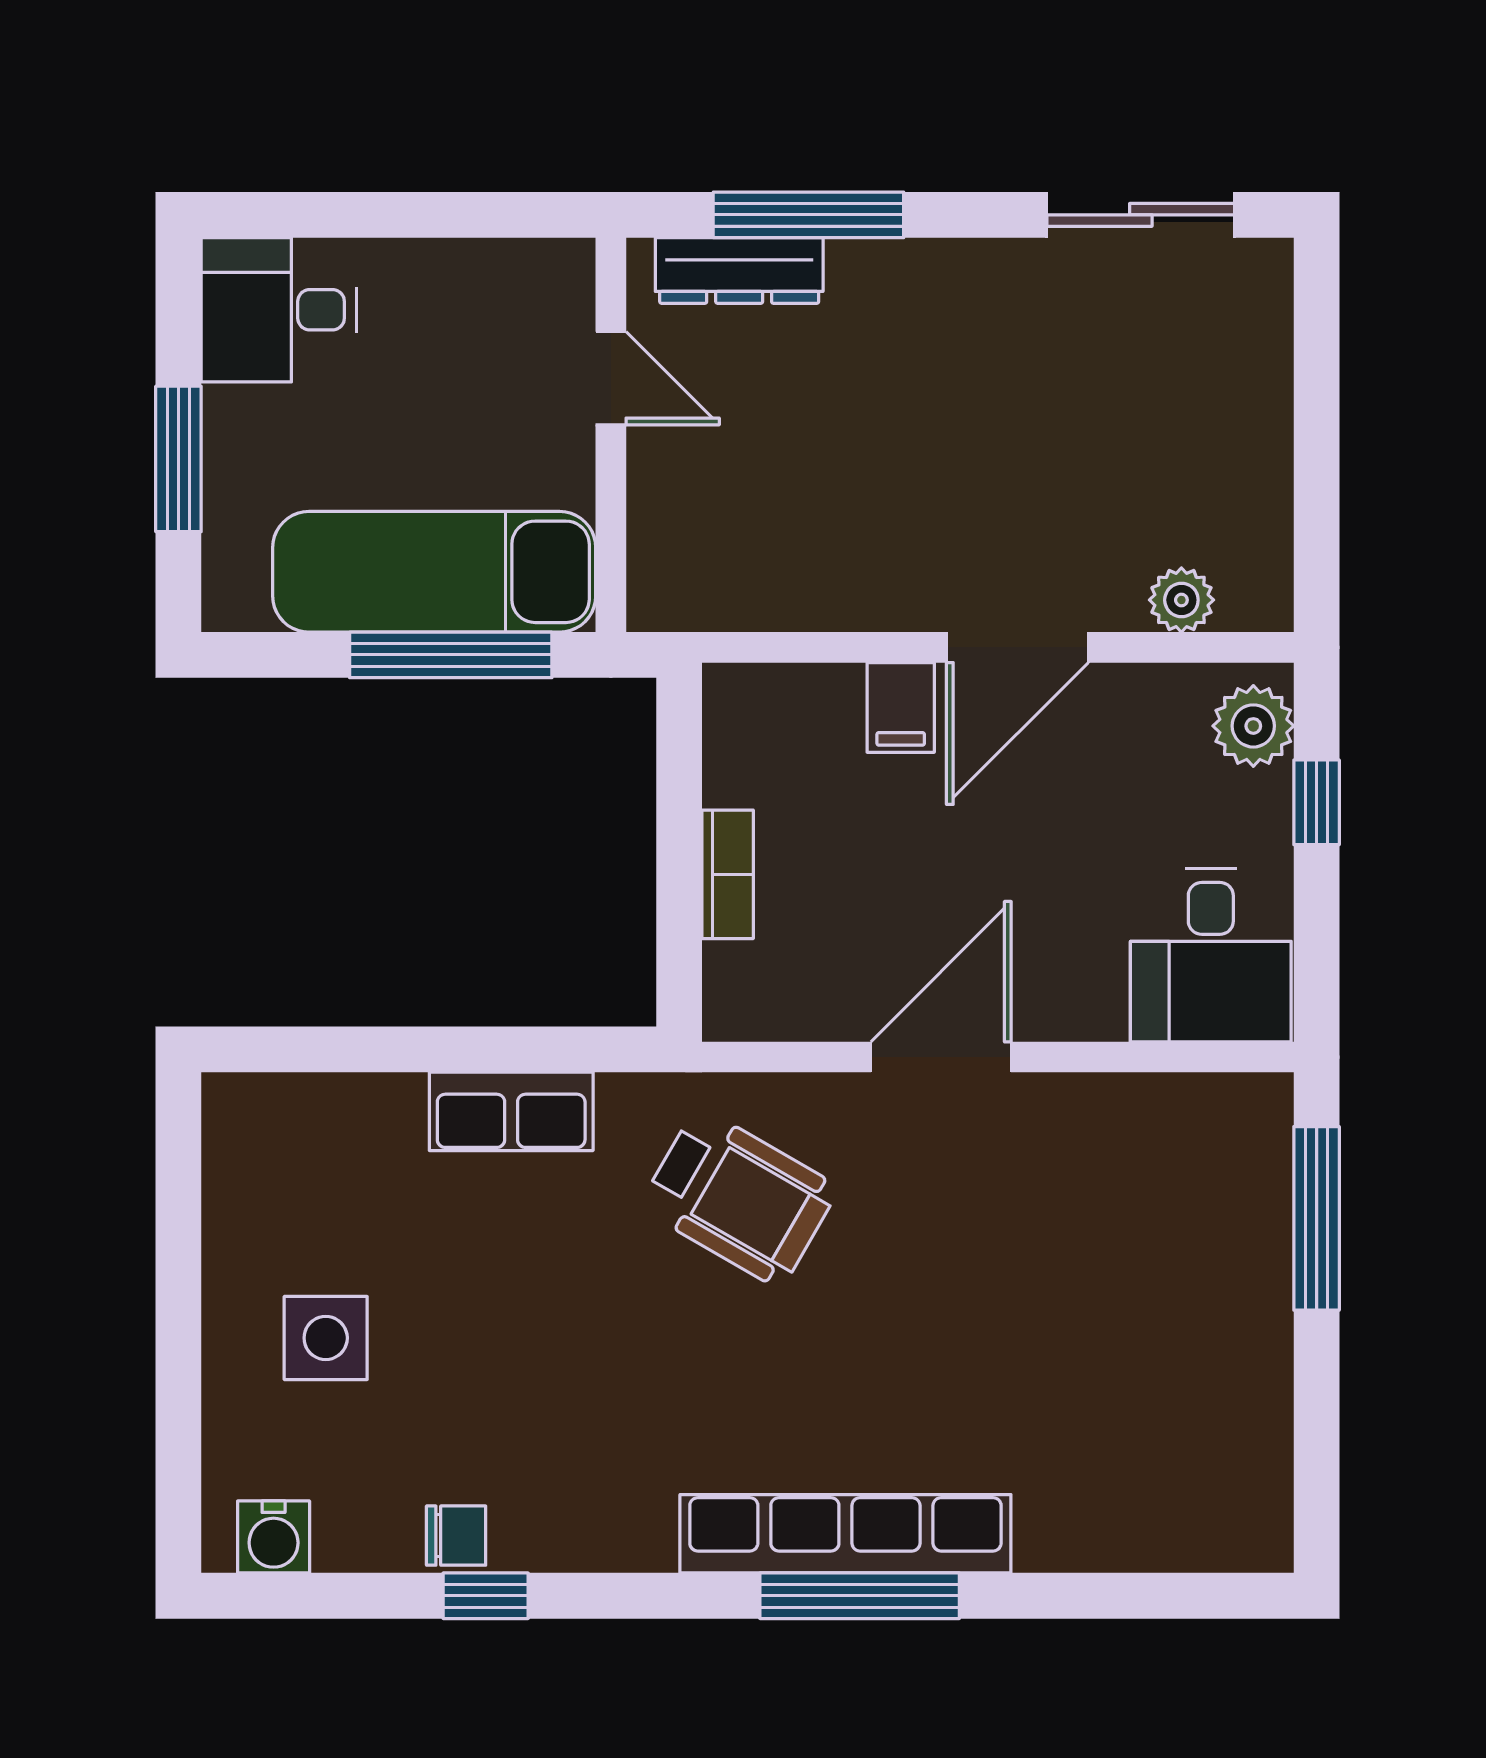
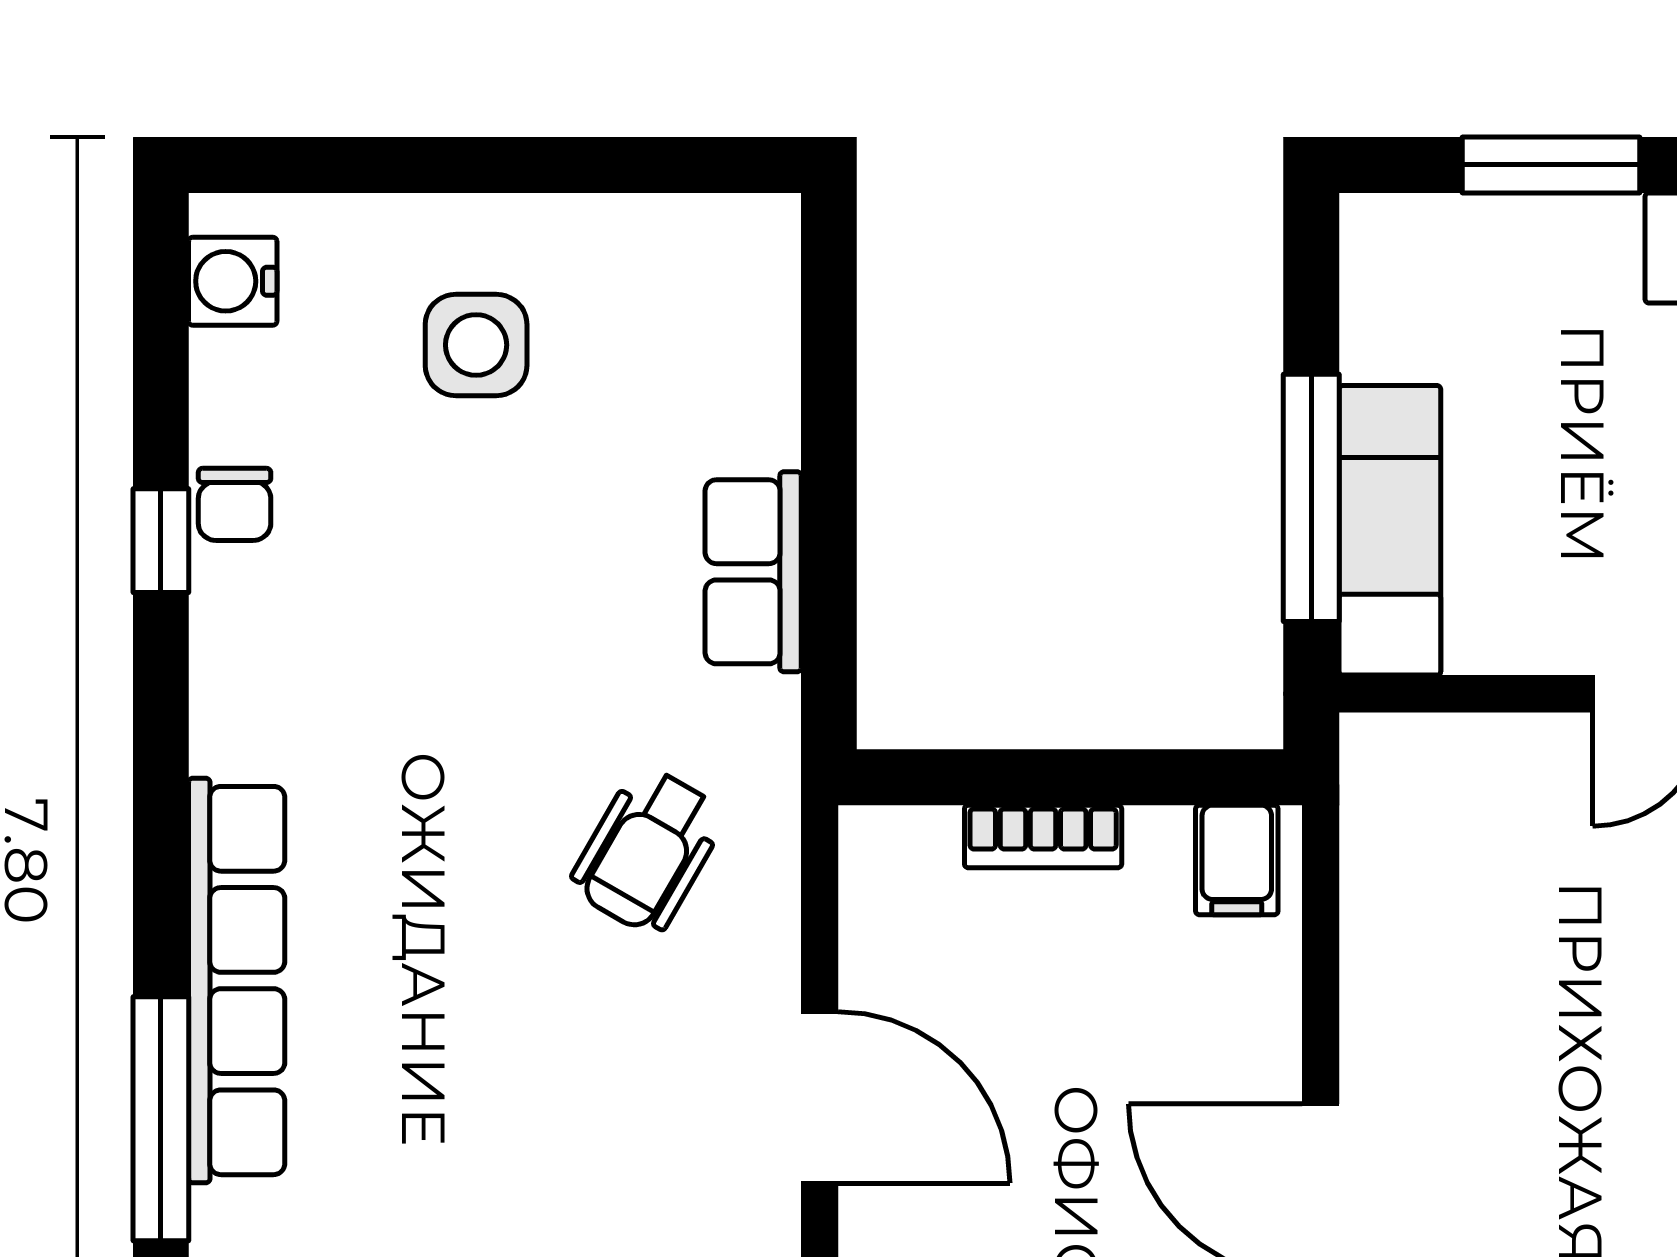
exam couch: (434, 572) -> (1390, 530), width x0.73, depth x0.69
filing cabinet: (901, 707) -> (1237, 860), moved, turned -90
wheelchair: (739, 1197) -> (648, 850), width x0.73, depth x0.73
window: (860, 1596) -> (161, 1119), moved

